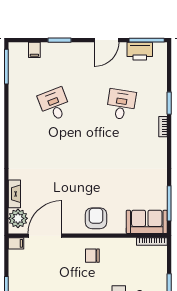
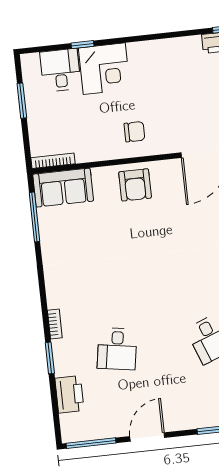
printer: (140, 51) -> (69, 394), moved, turned 90

